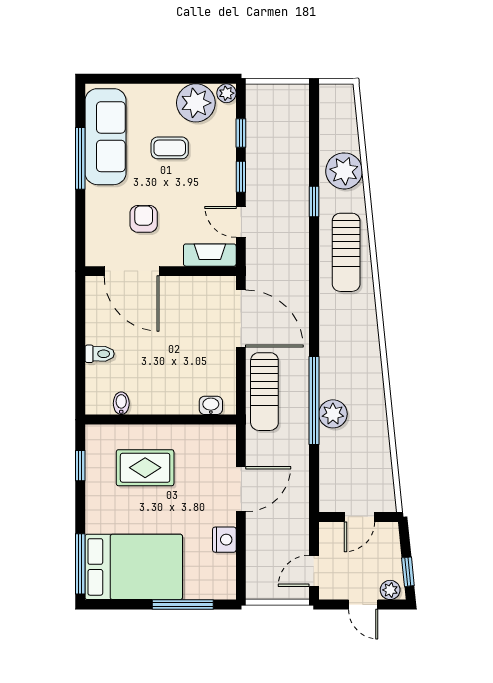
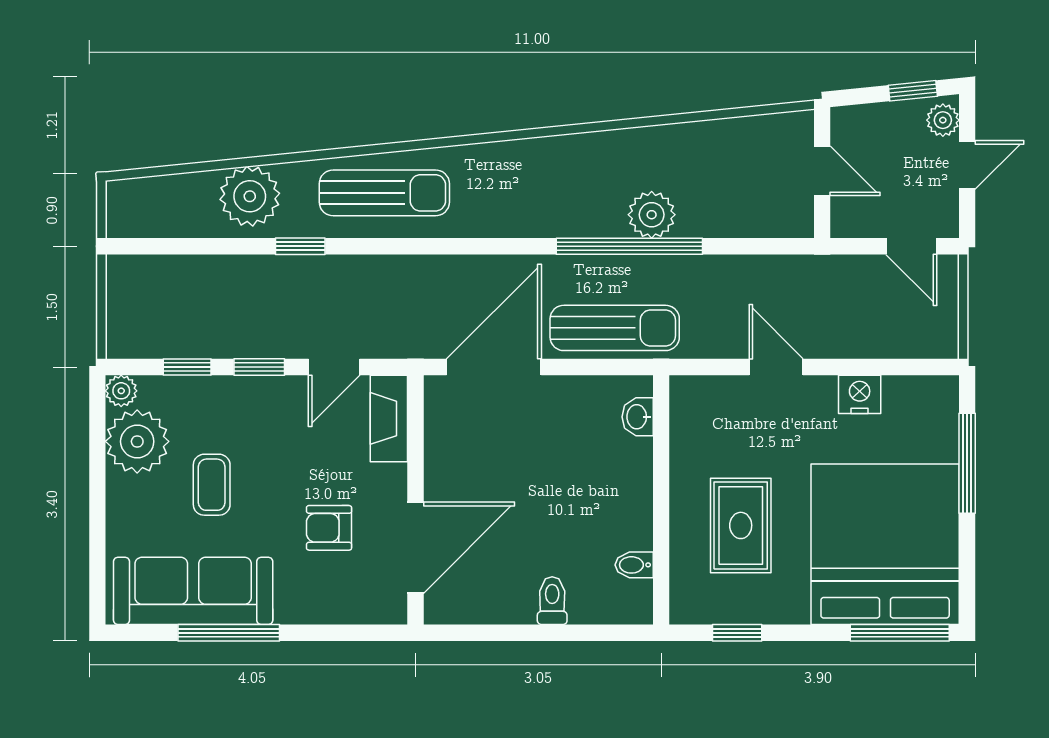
door: (241, 489) -> (776, 367), width x0.73
bed: (134, 567) -> (885, 544), width x1.36

